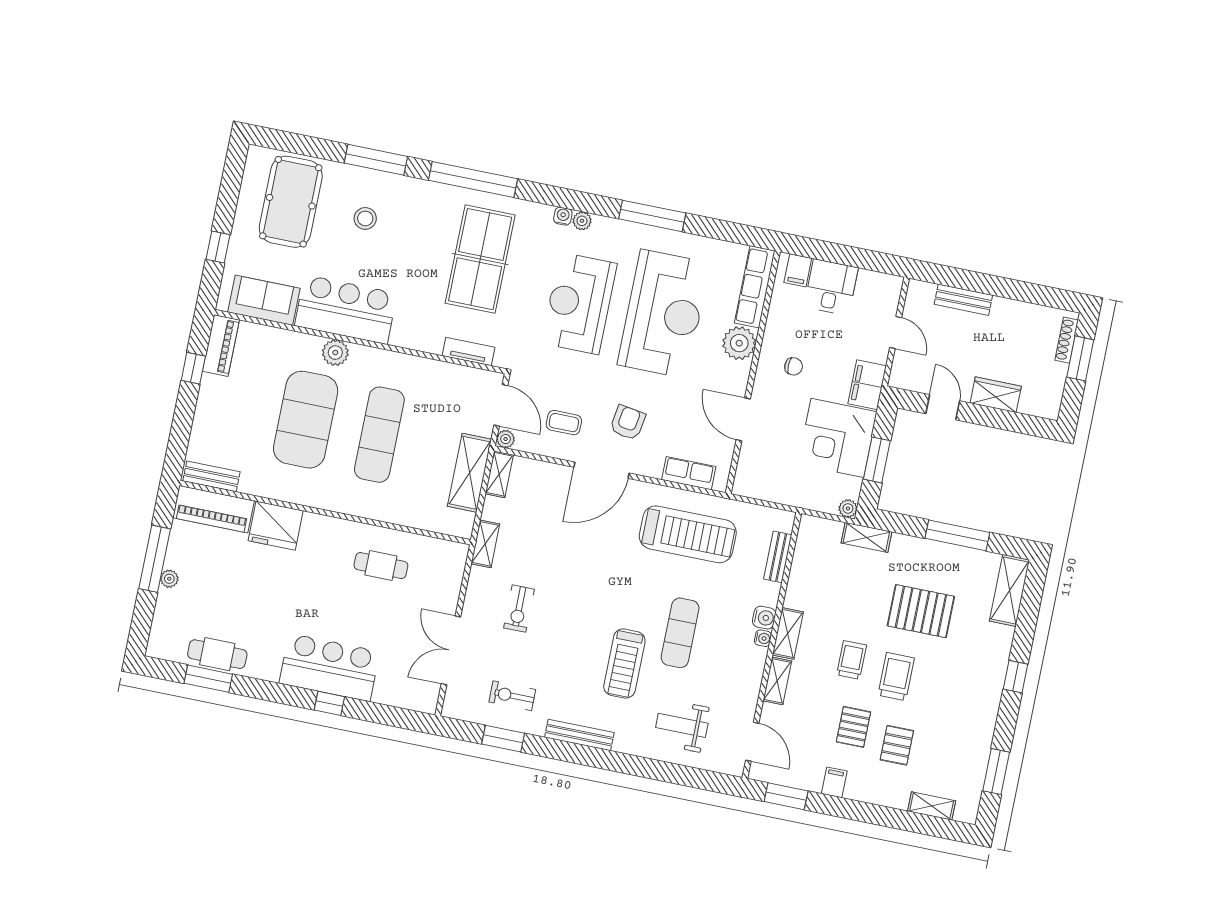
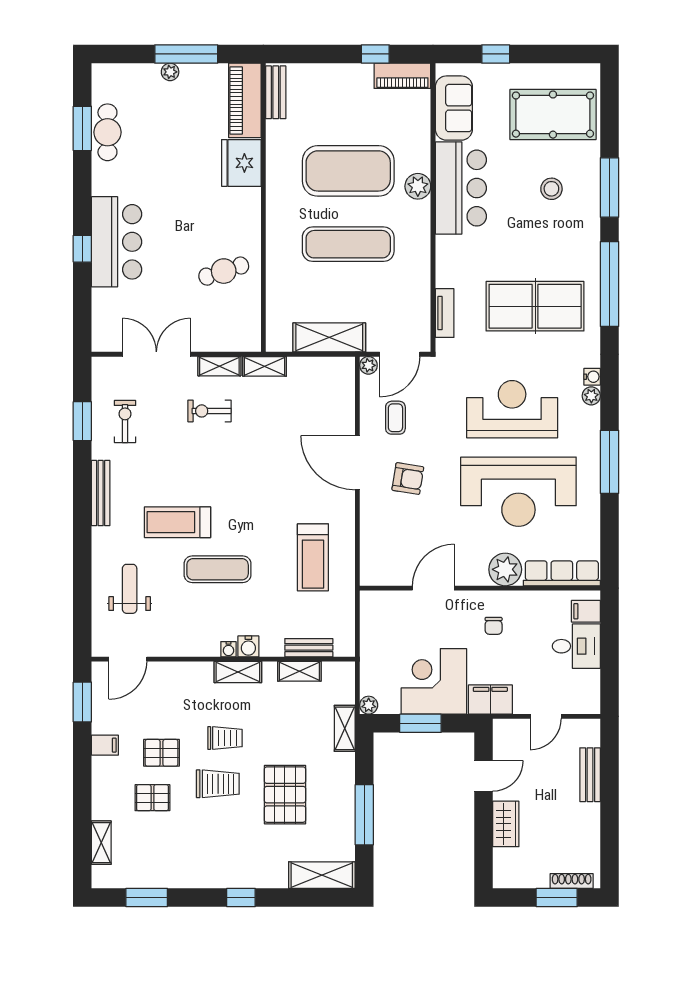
row of seats: (689, 473) -> (371, 547), removed
shelving: (499, 474) -> (219, 366), moved
treadmill: (688, 534) -> (313, 557), width x0.73, depth x0.73
cafe table: (381, 566) -> (224, 271), turned 72
shelving: (777, 681) -> (299, 671), moved

